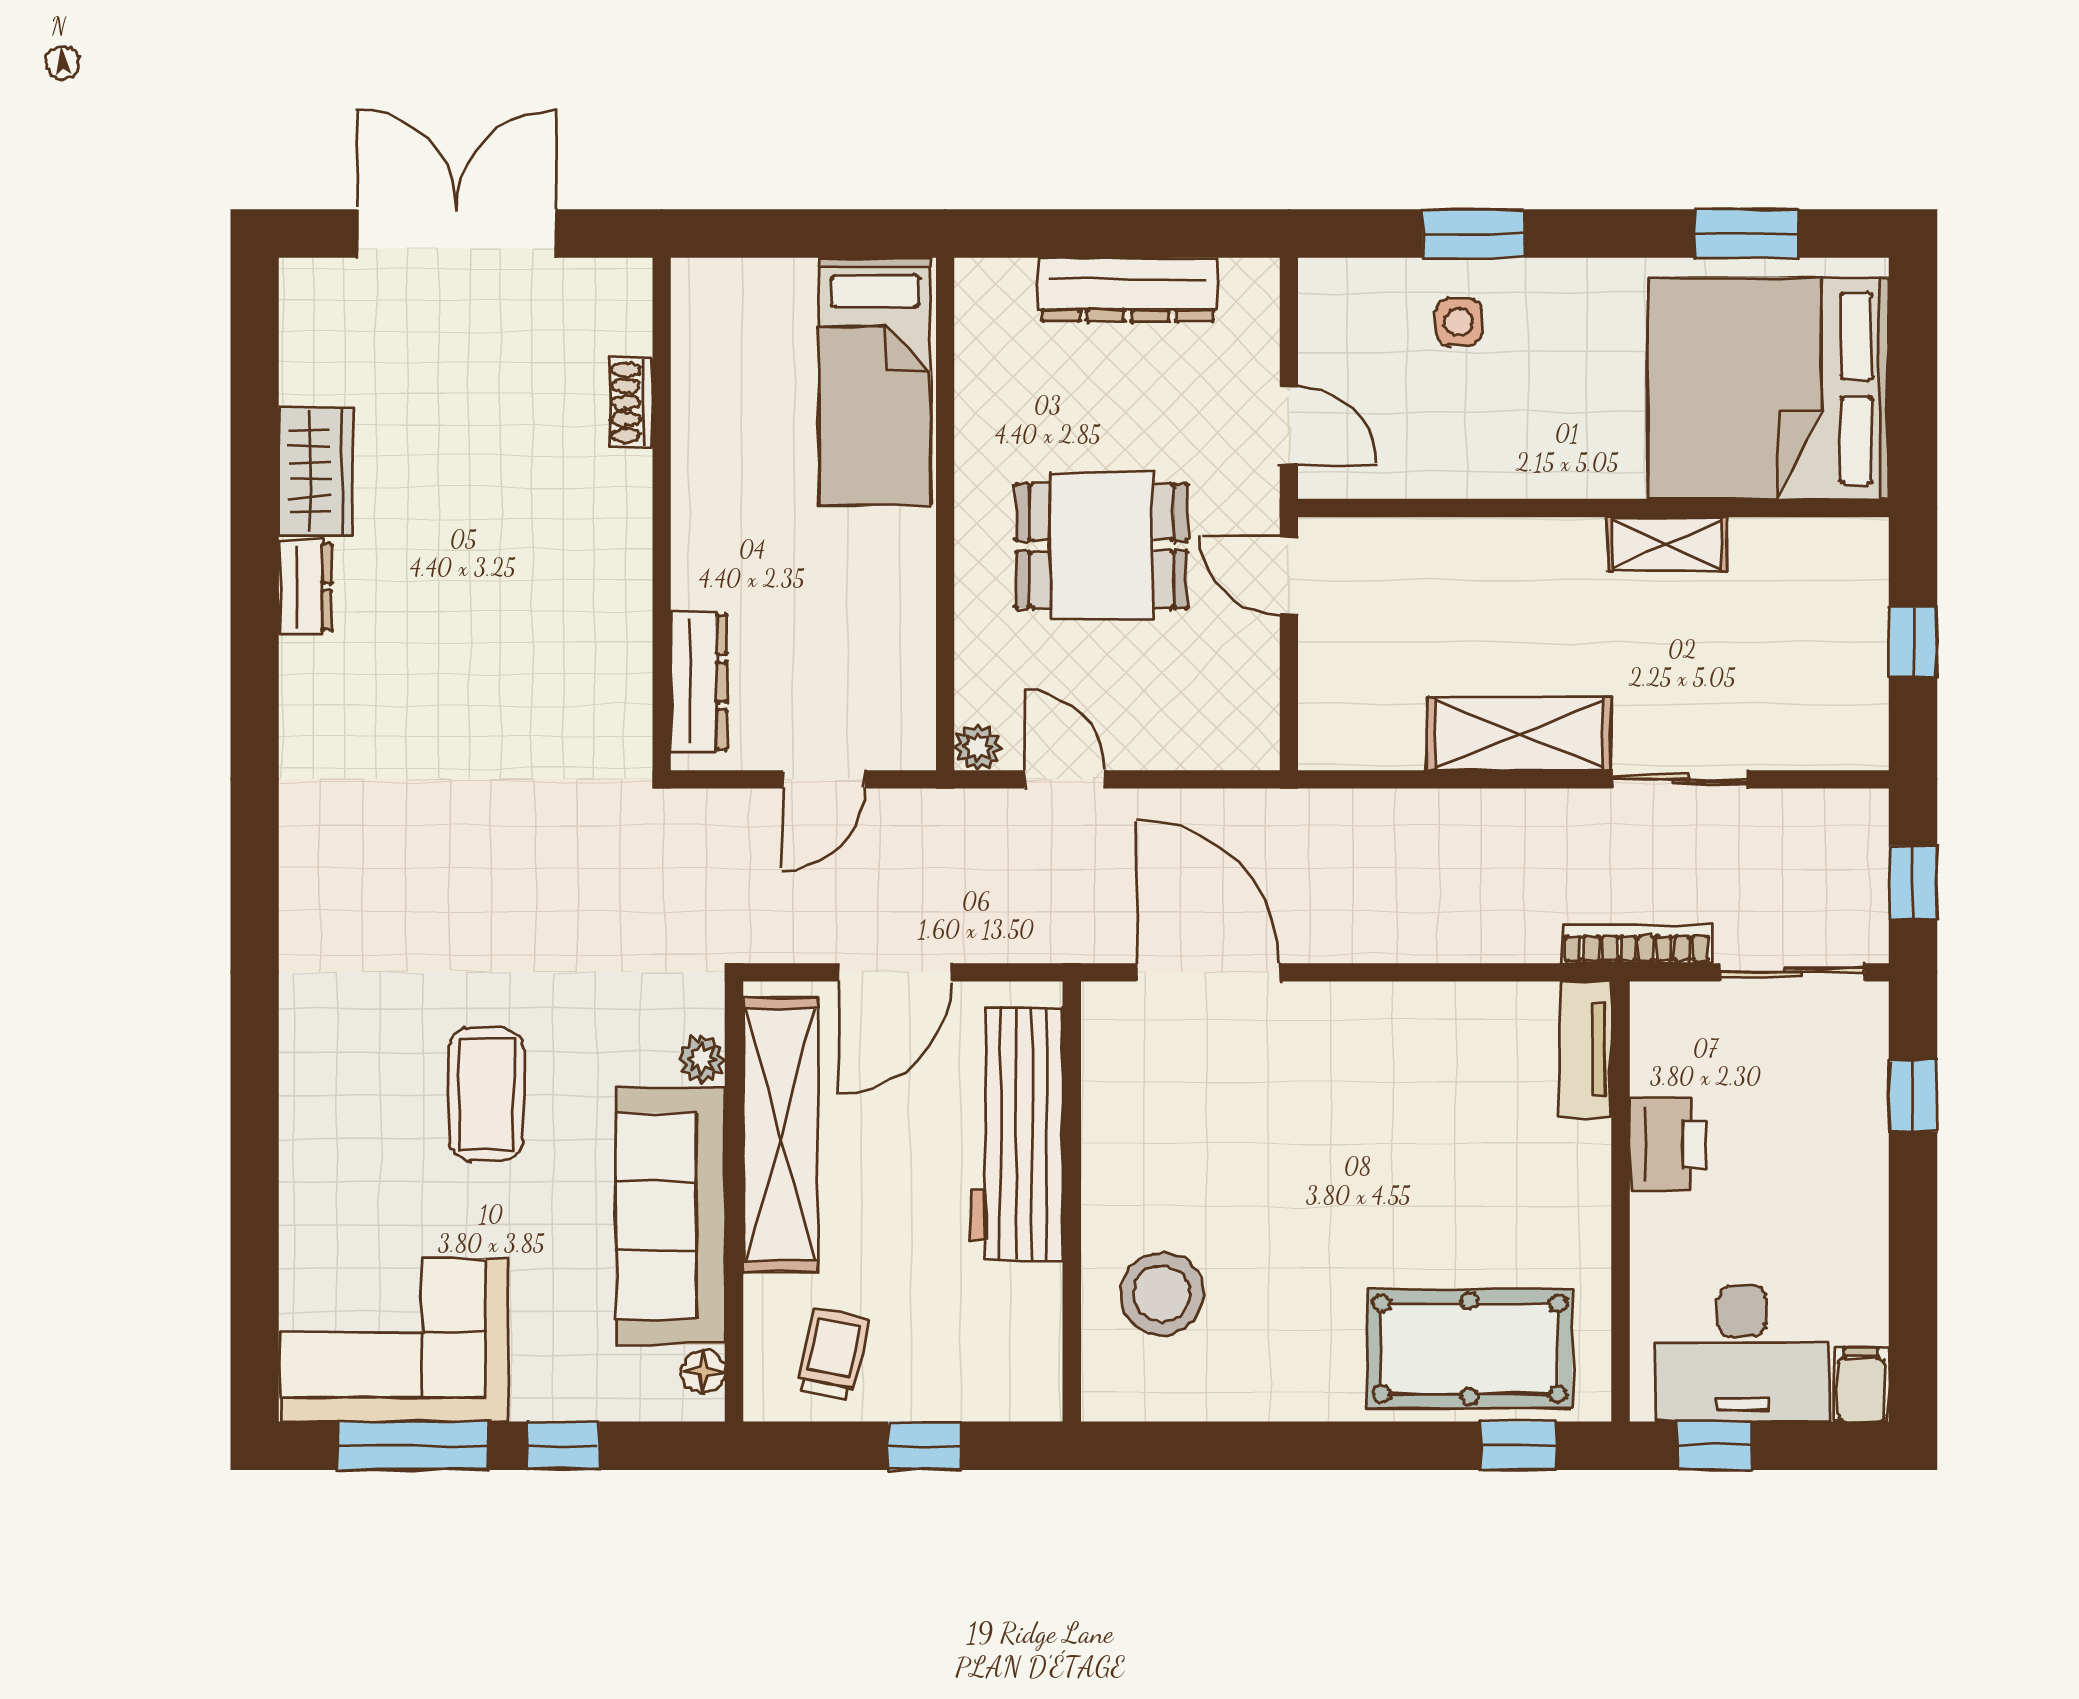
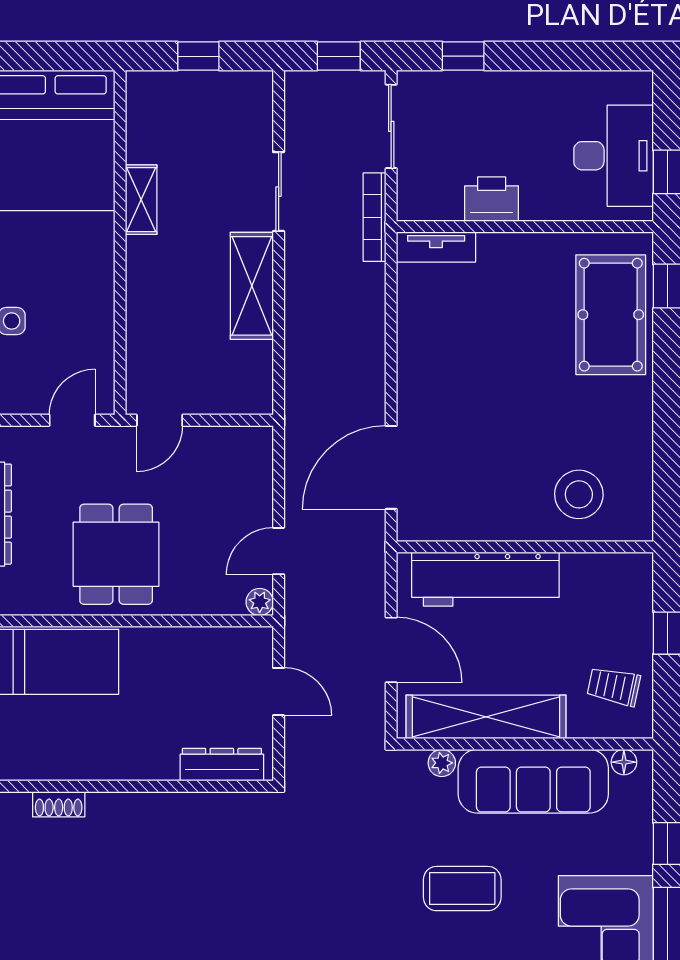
dining table: (1102, 546) -> (116, 554), moved
filing cabinet: (1861, 1385) -> (632, 86), removed

